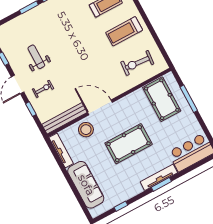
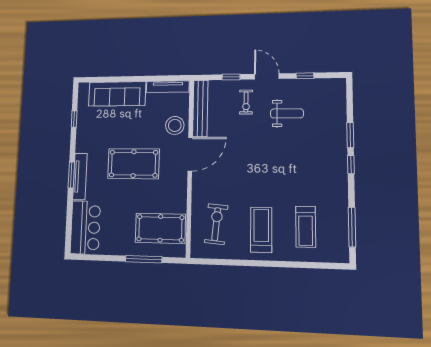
pool table: (129, 144) -> (133, 164), turned 90

